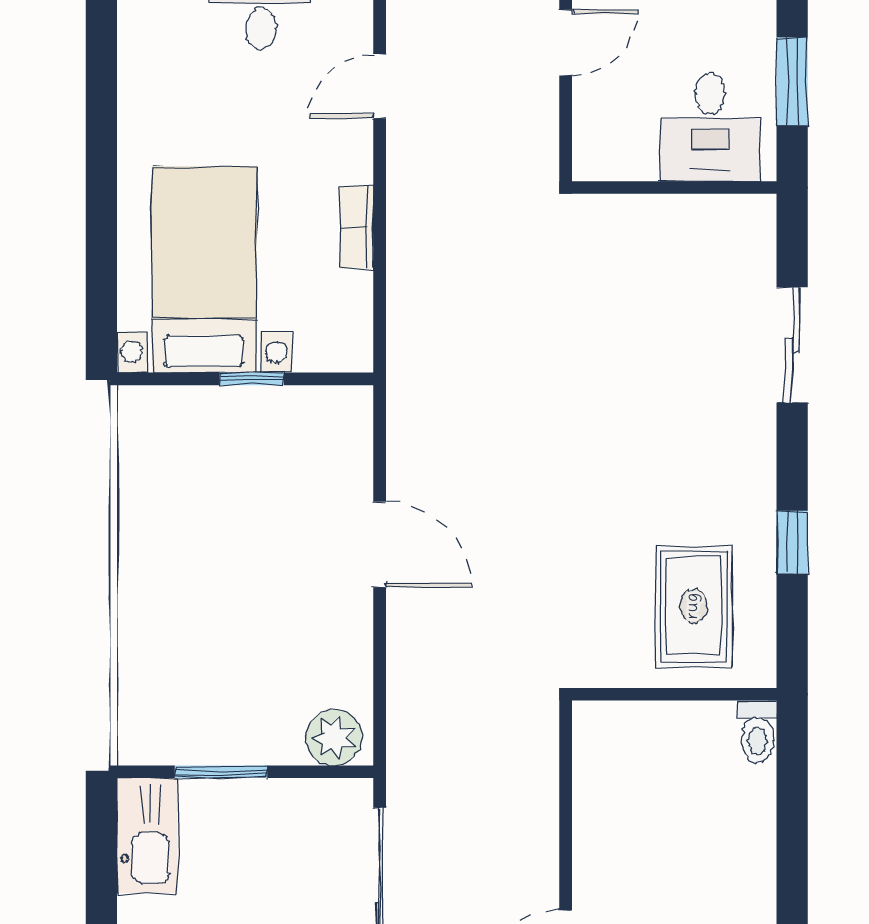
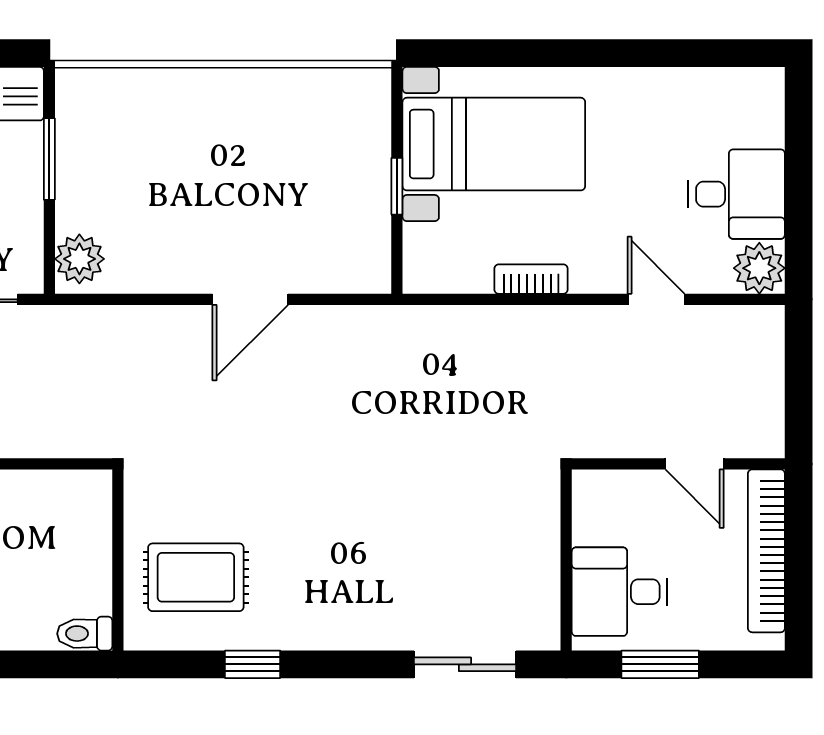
sliding door: (792, 345) -> (465, 664), moved

